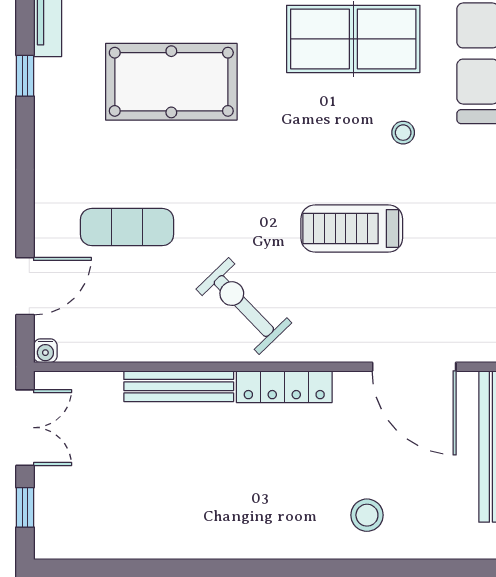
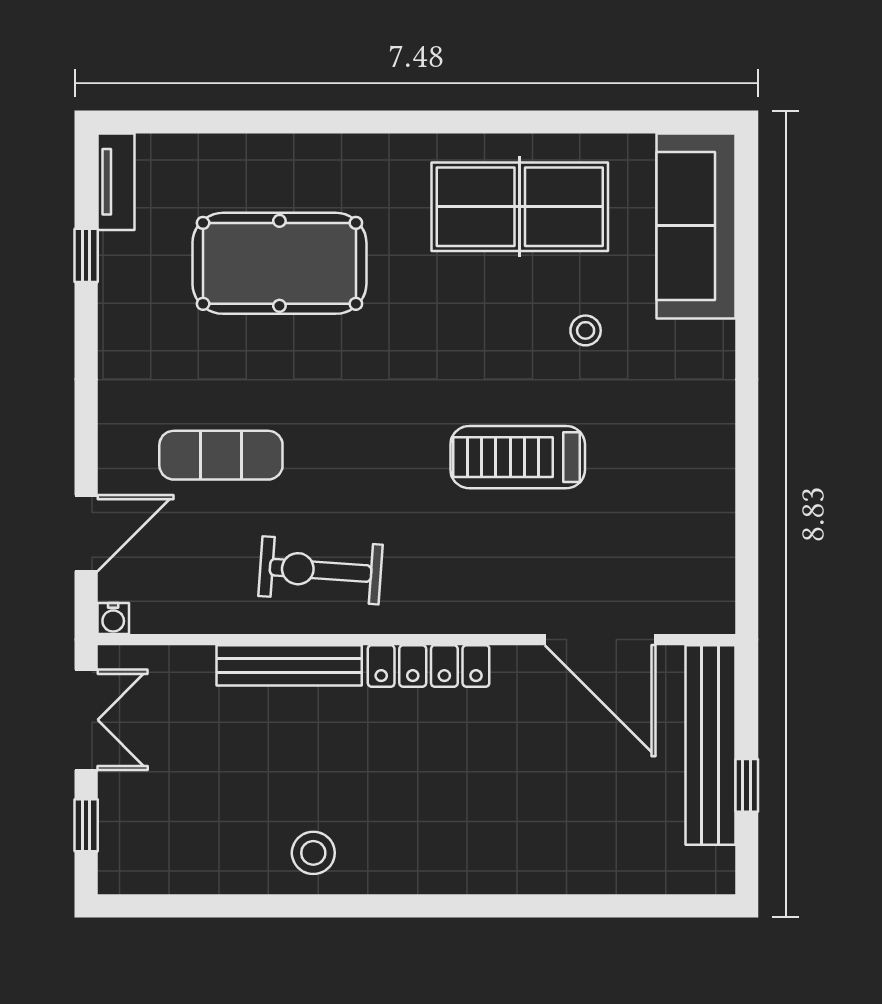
exercise bike: (244, 306) -> (321, 570), moved, turned -42
stool: (367, 515) -> (313, 853), moved

